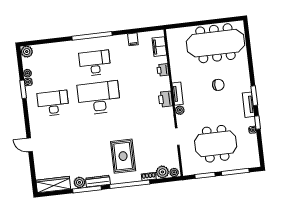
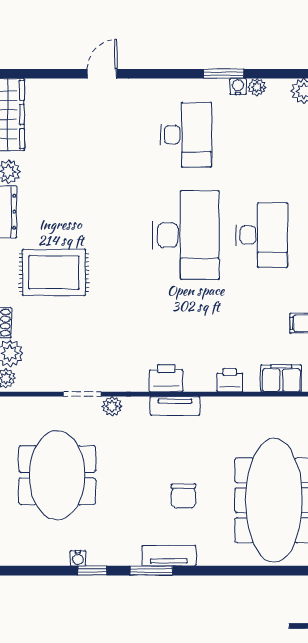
tv unit: (248, 105) -> (169, 556), moved
plant: (180, 110) -> (112, 406), moved

